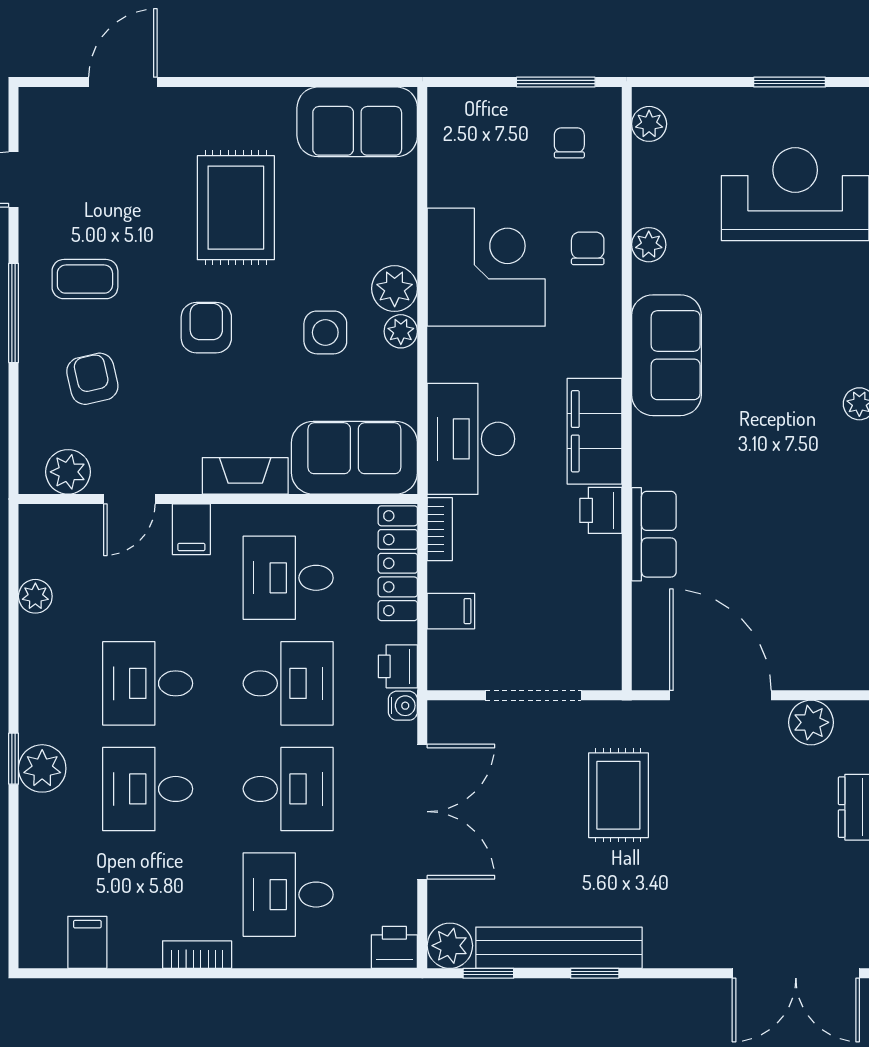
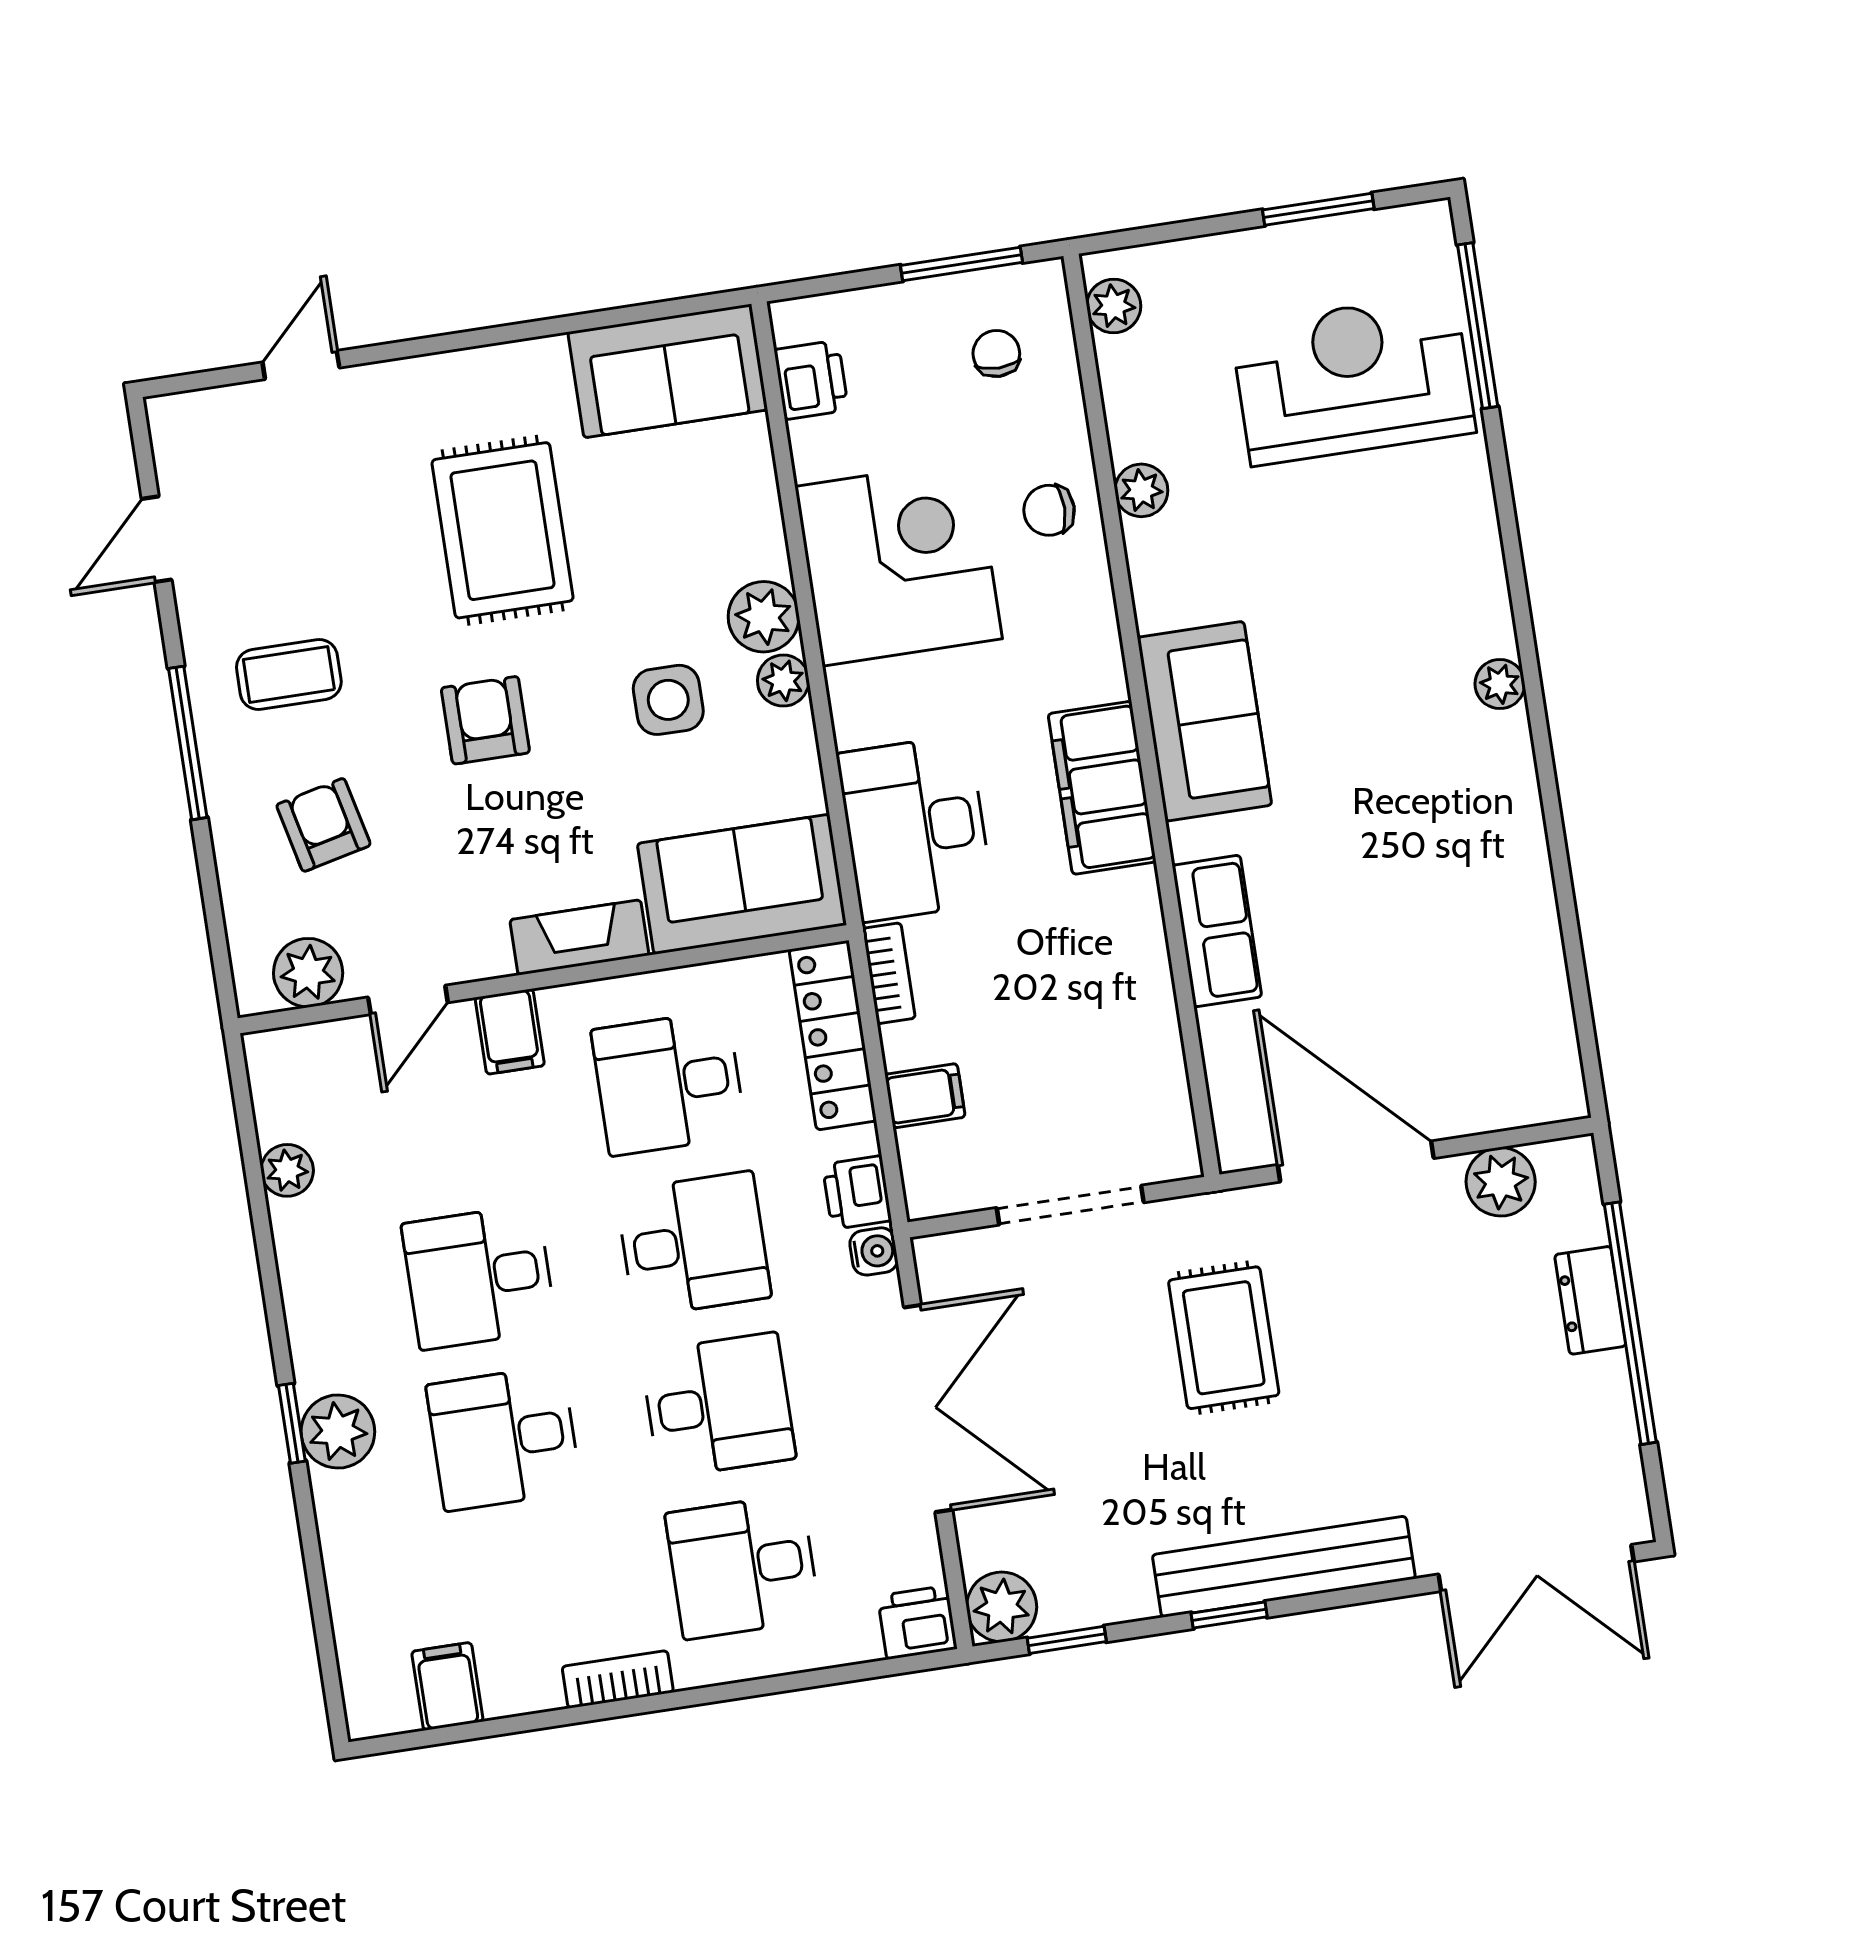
door: (123, 82) -> (301, 365), width x0.73
chair: (588, 248) -> (1049, 510), turned -90
sofa: (667, 355) -> (1205, 721), moved
printer: (601, 510) -> (811, 380), moved, turned 180
bench: (559, 948) -> (1284, 1567), moved

